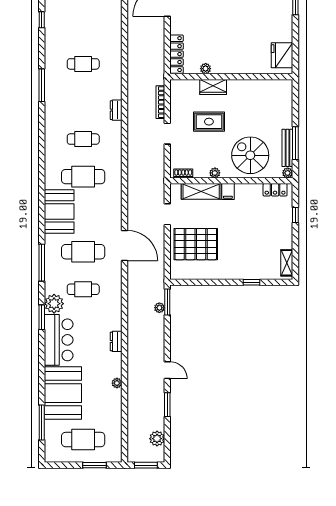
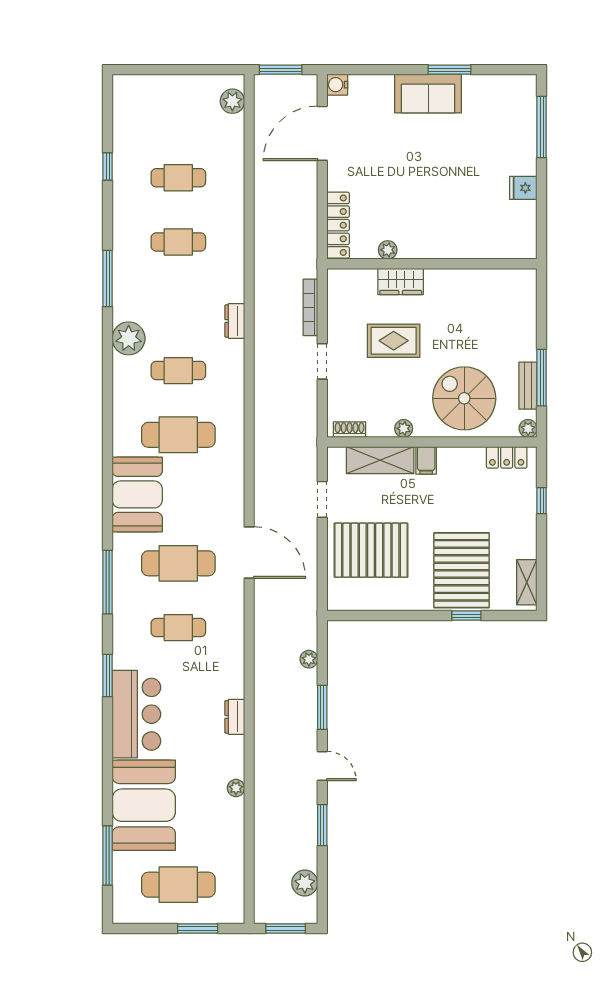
cafe table: (83, 26) -> (178, 178), added
fridge: (282, 55) -> (523, 188), moved, width x0.53, depth x0.75
bench: (287, 148) -> (528, 386), width x0.73
pallet: (249, 256) -> (462, 570), added
window: (167, 302) -> (322, 707), moved
plant: (54, 304) -> (129, 338), moved

